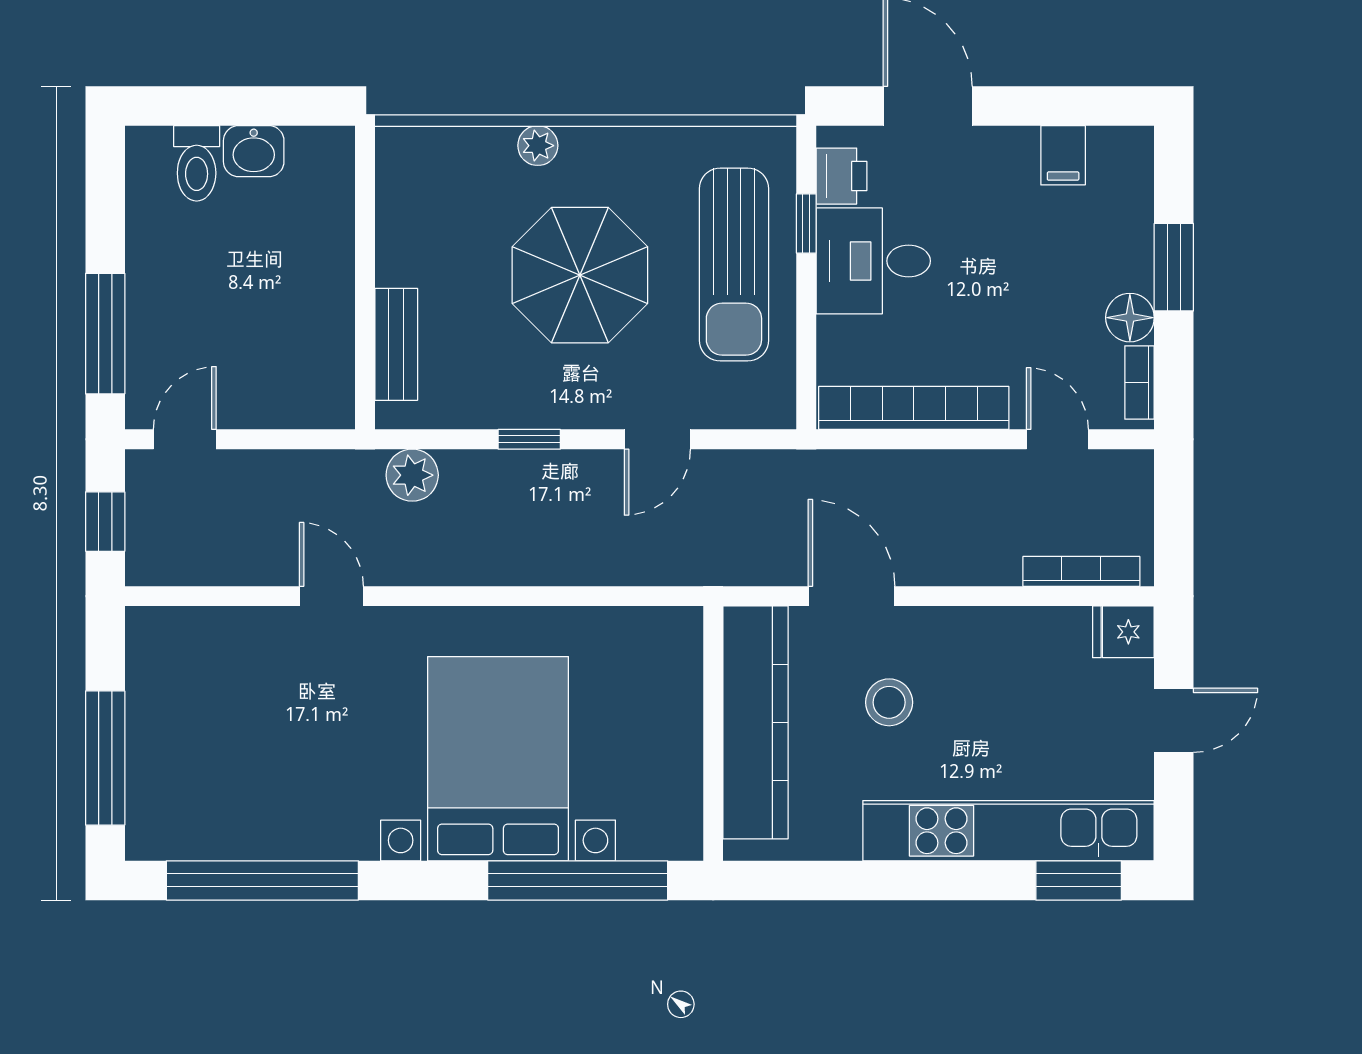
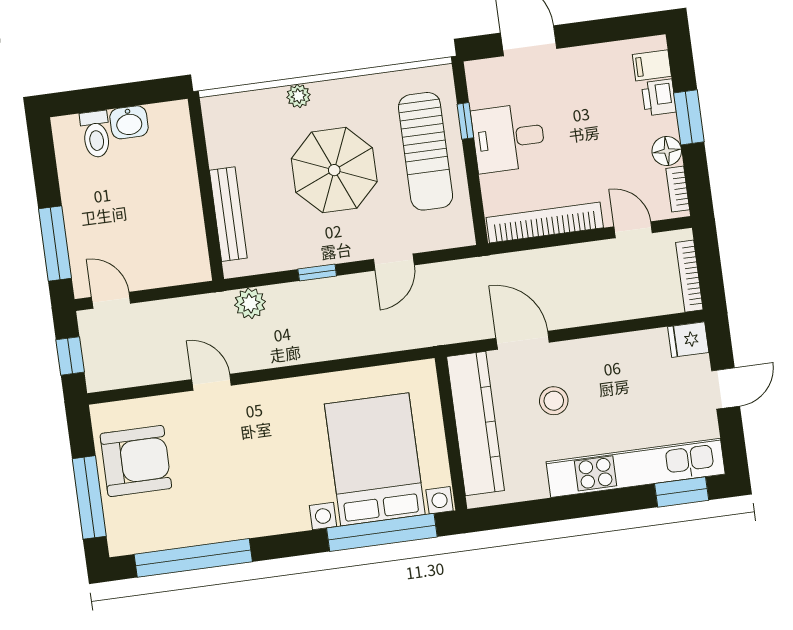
filing cabinet: (1063, 155) -> (652, 65), moved, turned 90
printer: (841, 176) -> (659, 97), moved, turned 180
bench: (396, 344) -> (228, 214), width x1.36
door: (185, 439) -> (111, 300), hinge flipped
bookcase: (1081, 571) -> (689, 276), moved, turned -90
armchair: (190, 708) -> (136, 461), added
bed with nightstands: (498, 759) -> (375, 459), moved

